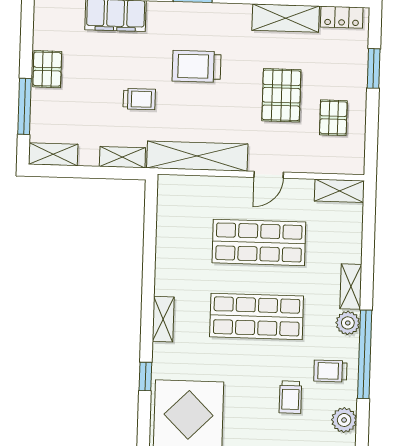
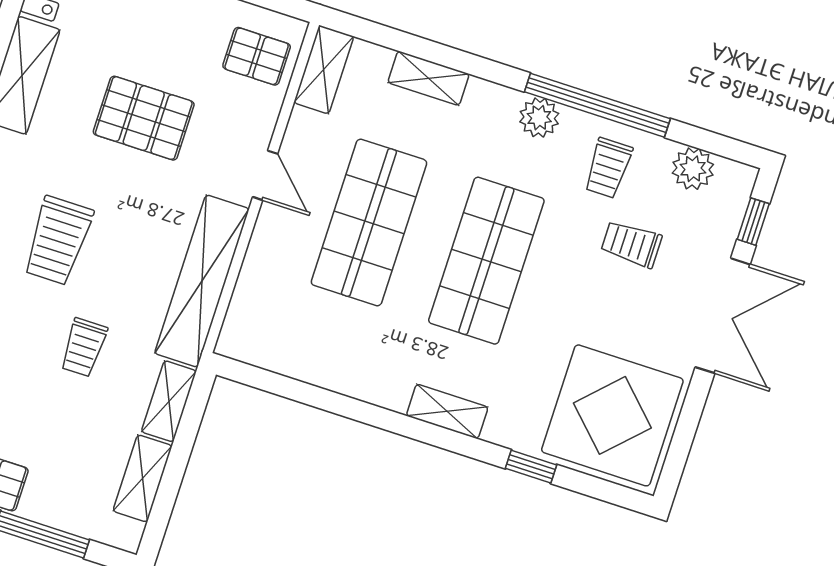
trolley: (139, 99) -> (84, 347), turned 180
pallet: (333, 118) -> (257, 56), moved
shelving: (53, 154) -> (143, 478), moved
shelving: (351, 287) -> (428, 78), moved
trolley: (290, 397) -> (631, 244), turned 180

